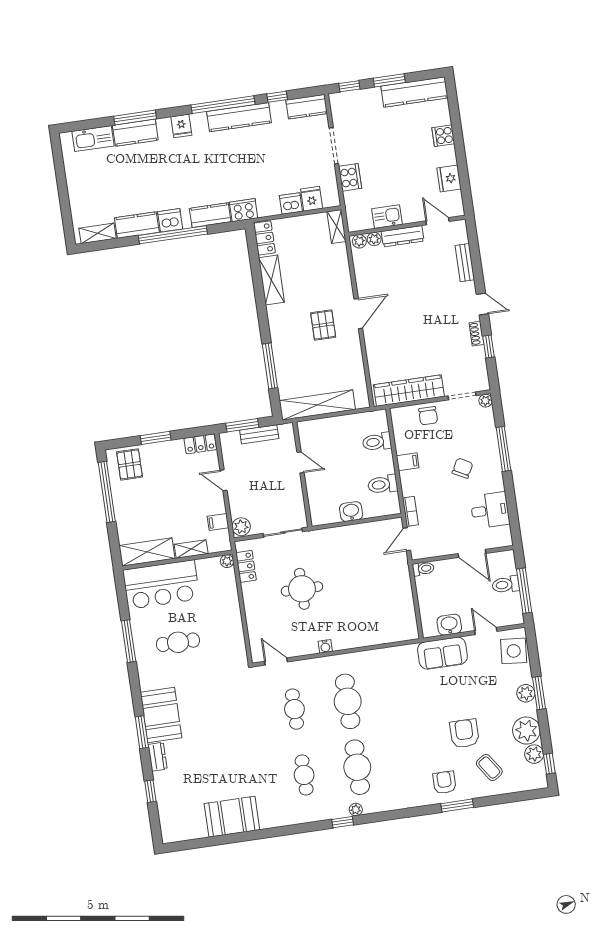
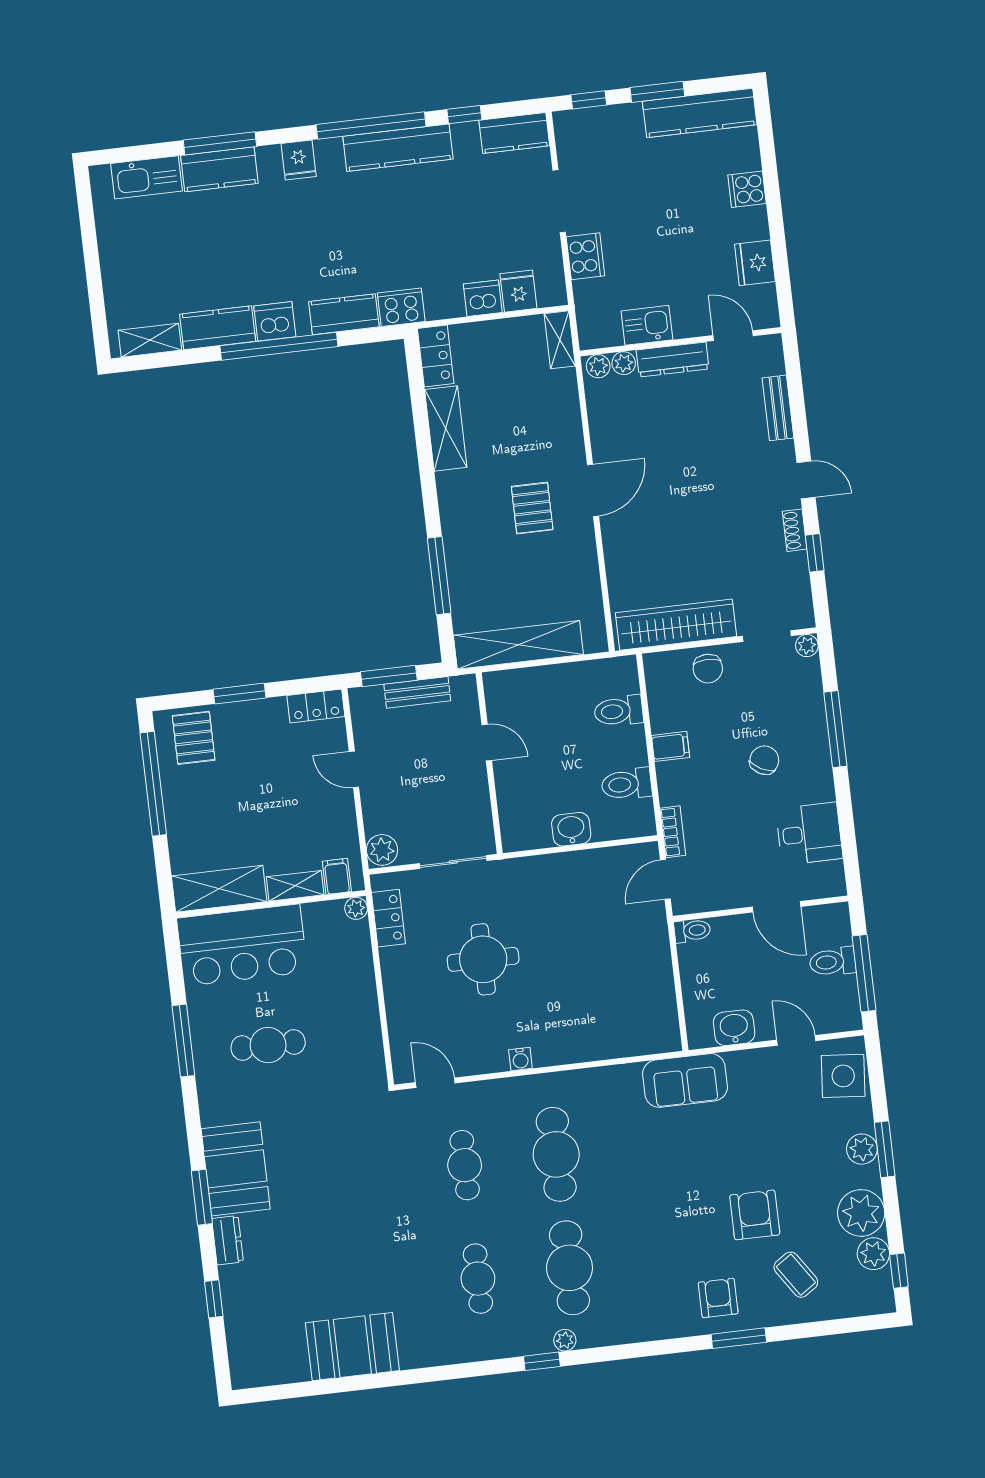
filing cabinet: (218, 522) -> (337, 876), moved, turned 90
sofa: (442, 653) -> (685, 1080), moved

